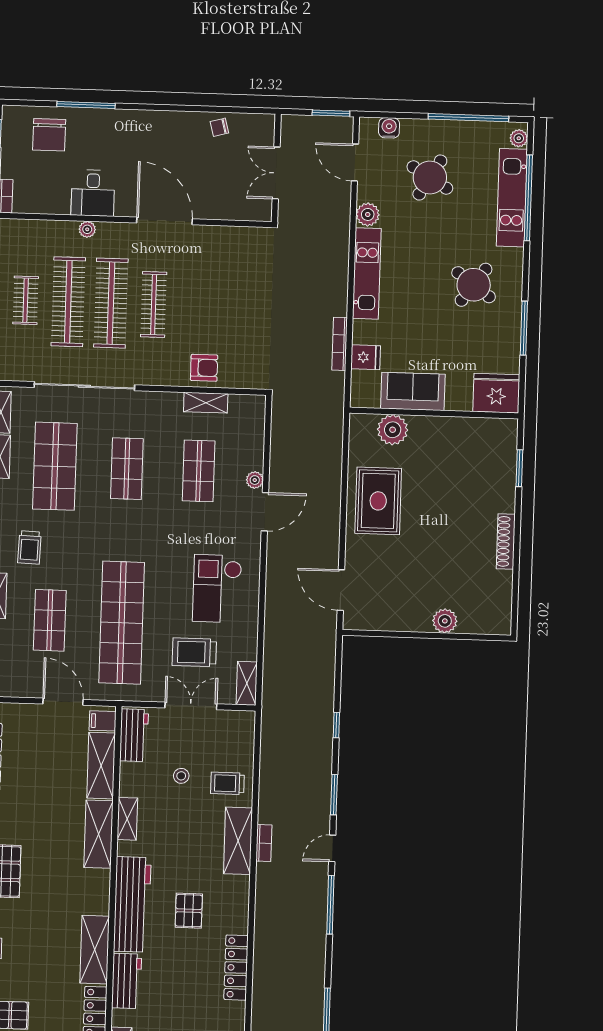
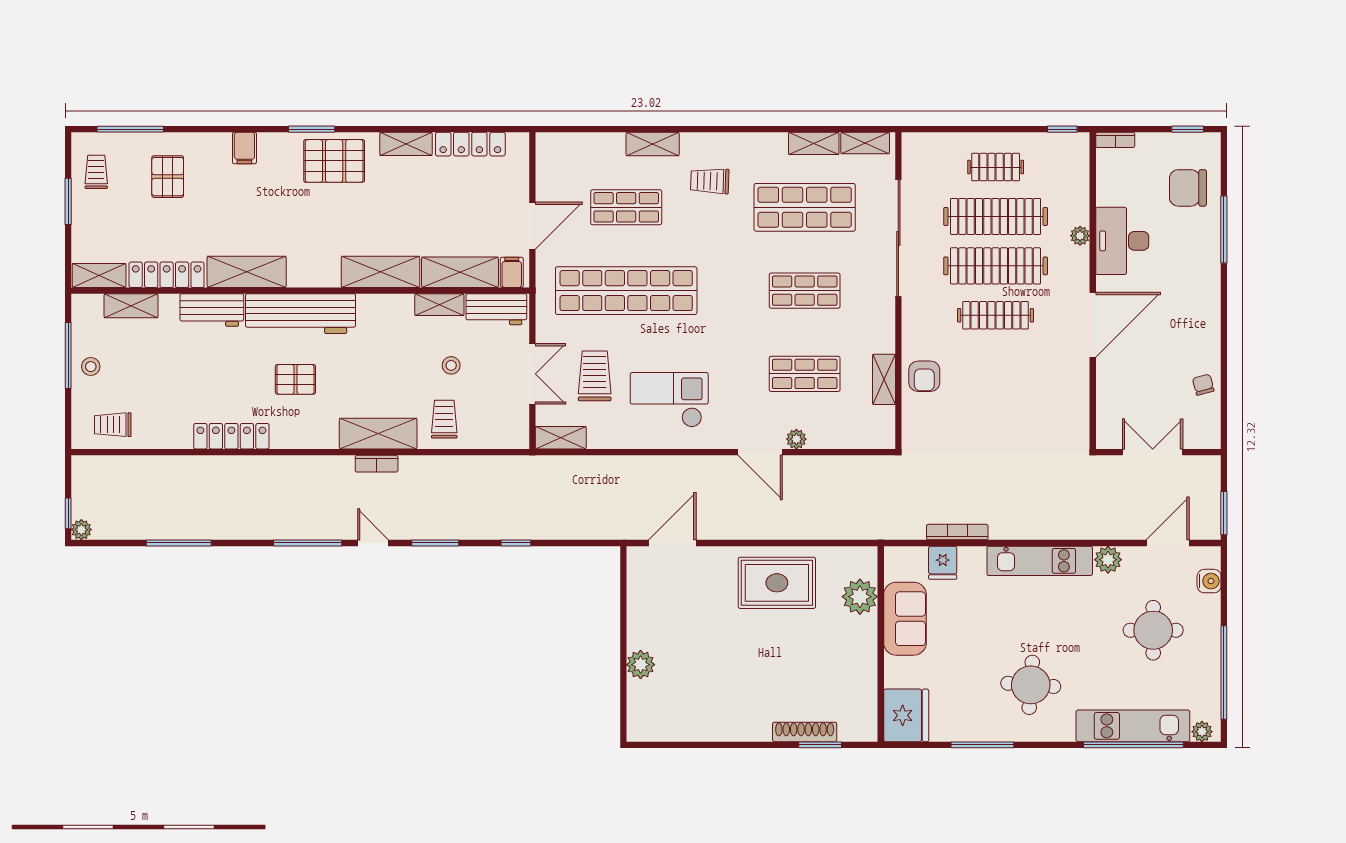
round table: (430, 178) -> (1153, 630), turned -31
desk: (93, 193) -> (1122, 241), width x1.37
round table: (474, 285) -> (1031, 685), turned -32
shoe rack: (506, 541) -> (805, 732), moved
shelving: (127, 819) -> (439, 305), moved

